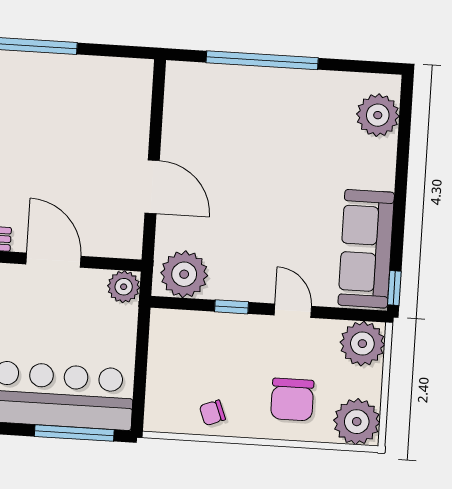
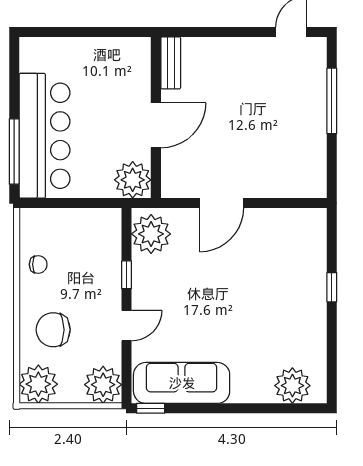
window: (262, 60) -> (332, 287), width x0.32
plant: (124, 287) -> (133, 180), width x1.36, depth x1.36
chair: (212, 413) -> (38, 264), turned 111

